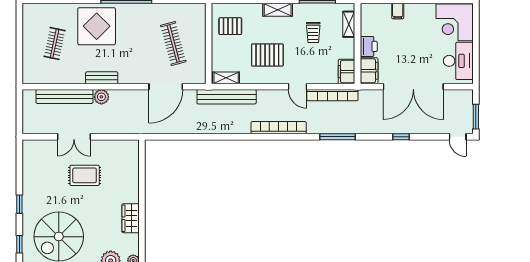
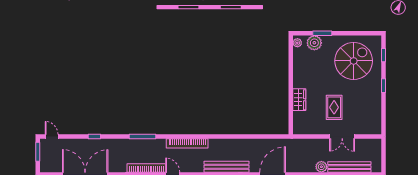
double door: (74, 137) -> (342, 137), swing flipped
rug: (85, 175) -> (334, 107), turned 90
wardrobe: (131, 218) -> (299, 100), moved

